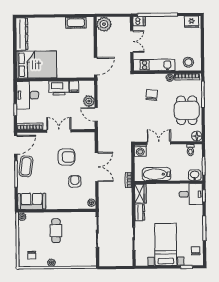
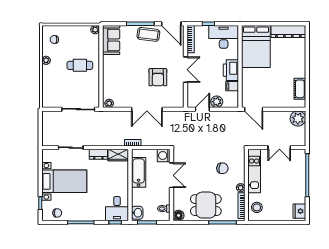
dishwasher: (139, 21) -> (301, 156), removed
armchair: (75, 181) -> (132, 86), removed

